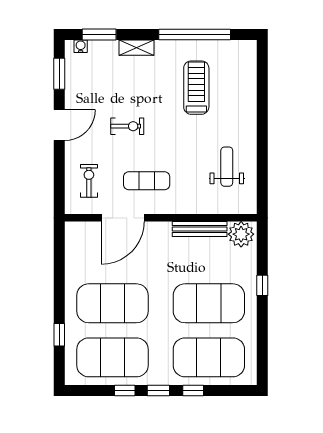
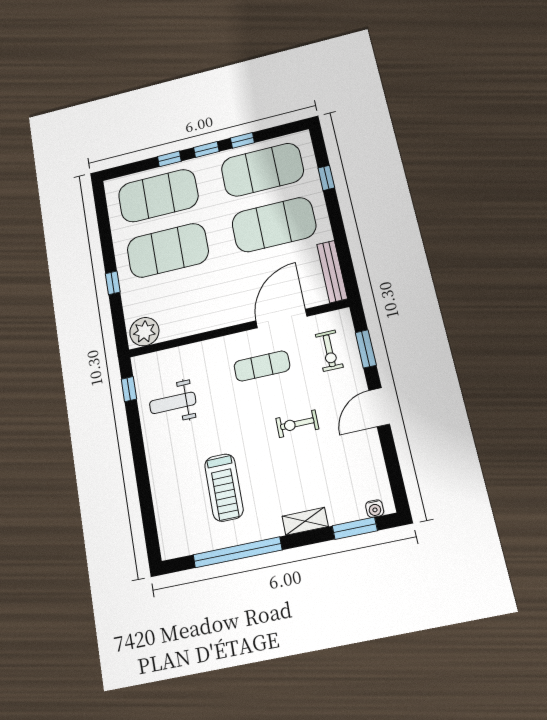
window: (59, 74) -> (366, 349), moved
weight bench: (227, 167) -> (173, 403), turned 90
window: (262, 187) -> (129, 389), added
bench: (200, 229) -> (332, 271), moved, turned 90

